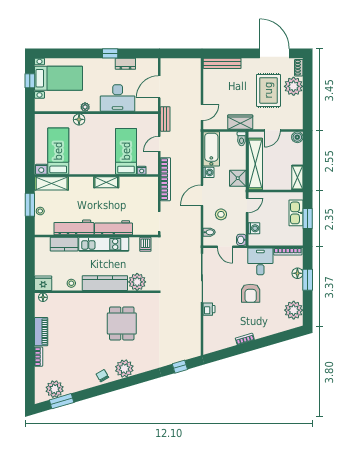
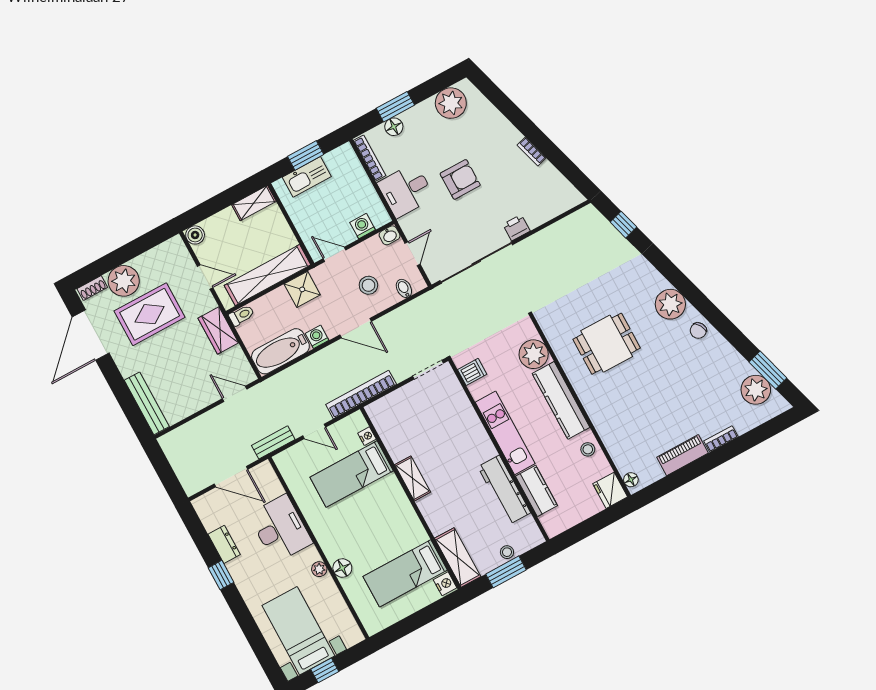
workbench: (114, 228) -> (473, 432), removed

